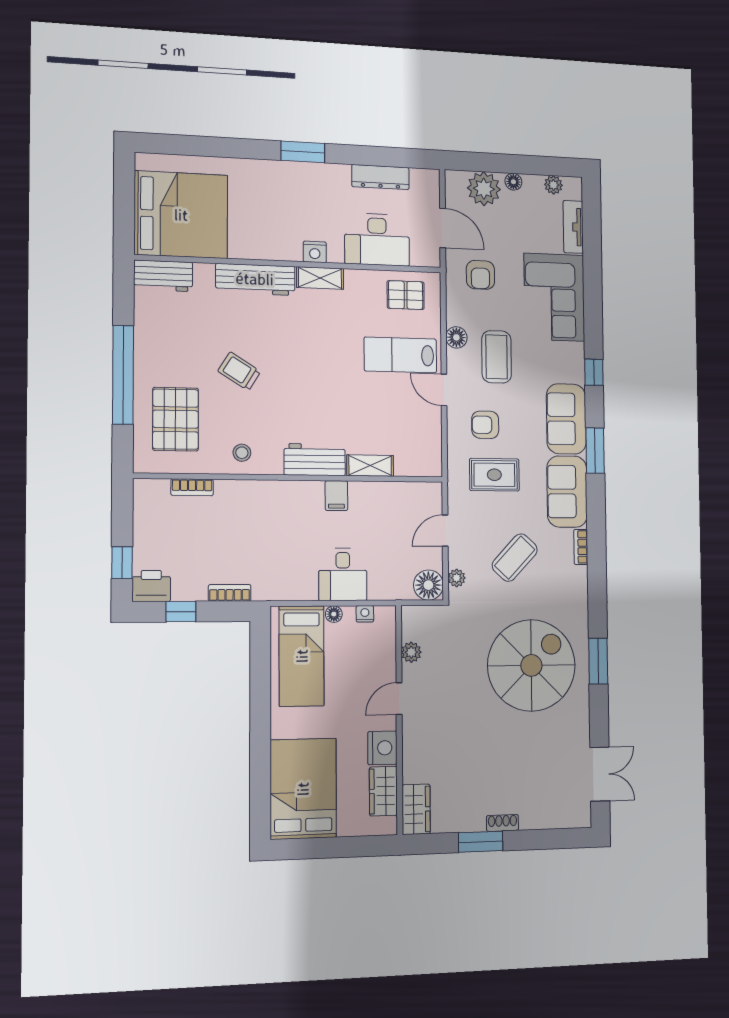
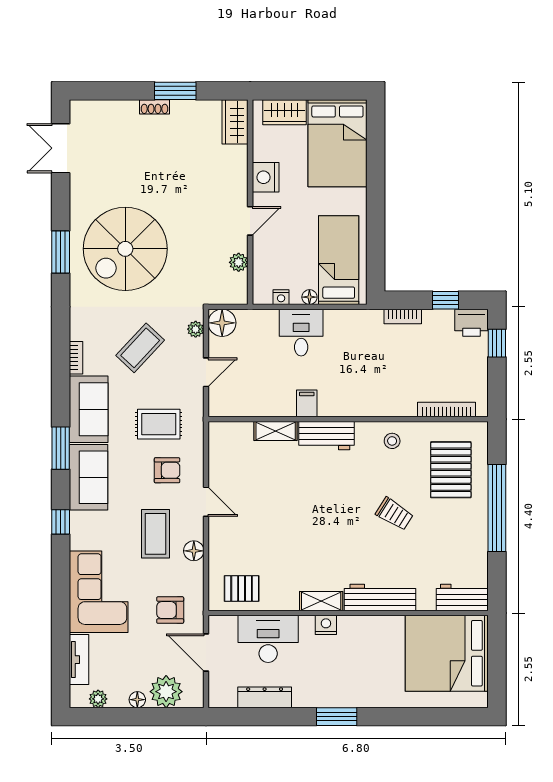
armchair: (480, 275) -> (170, 610), turned -90
lab bench: (400, 355) -> (247, 533), removed
bookcase: (192, 487) -> (447, 410), width x1.56
wardrobe: (383, 791) -> (285, 112), moved, turned 90

